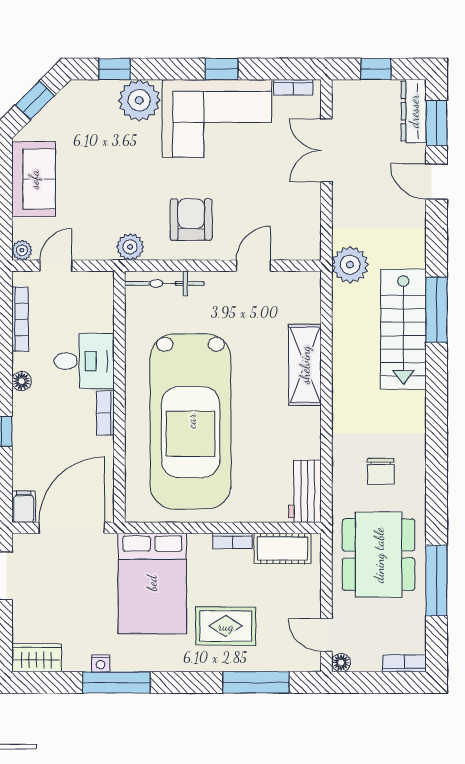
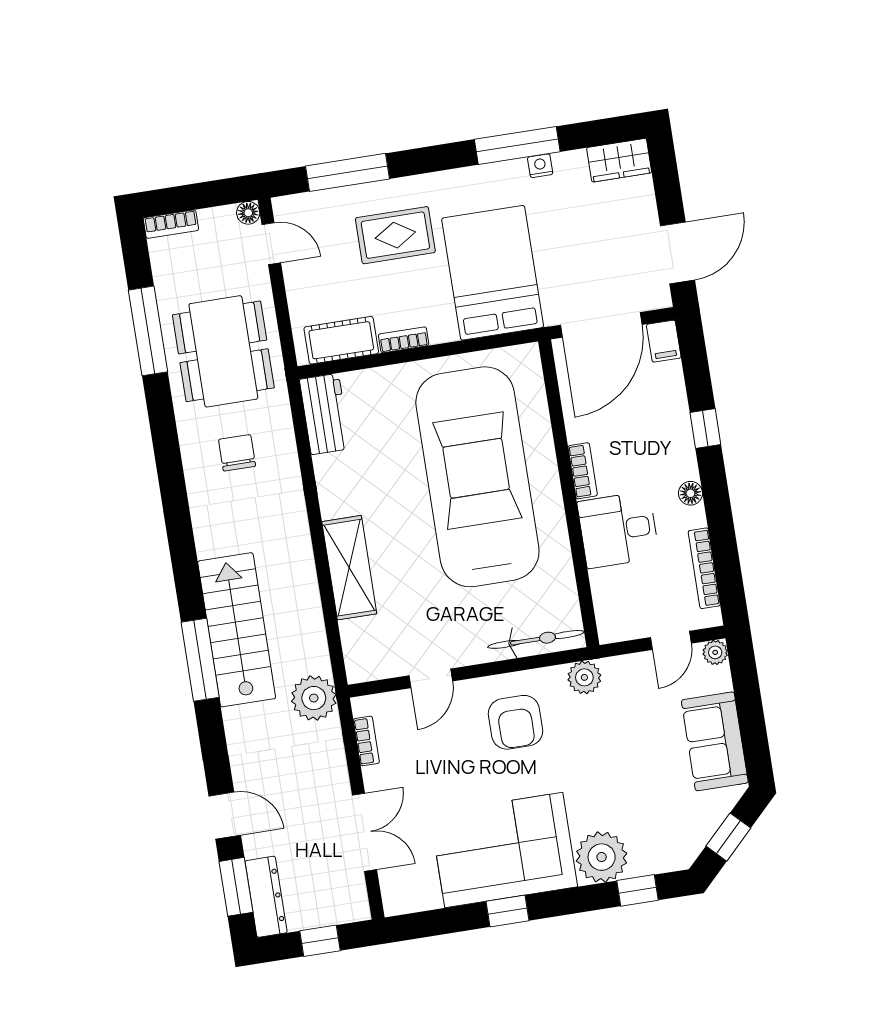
bookcase: (293, 87) -> (366, 741), moved, turned 90

